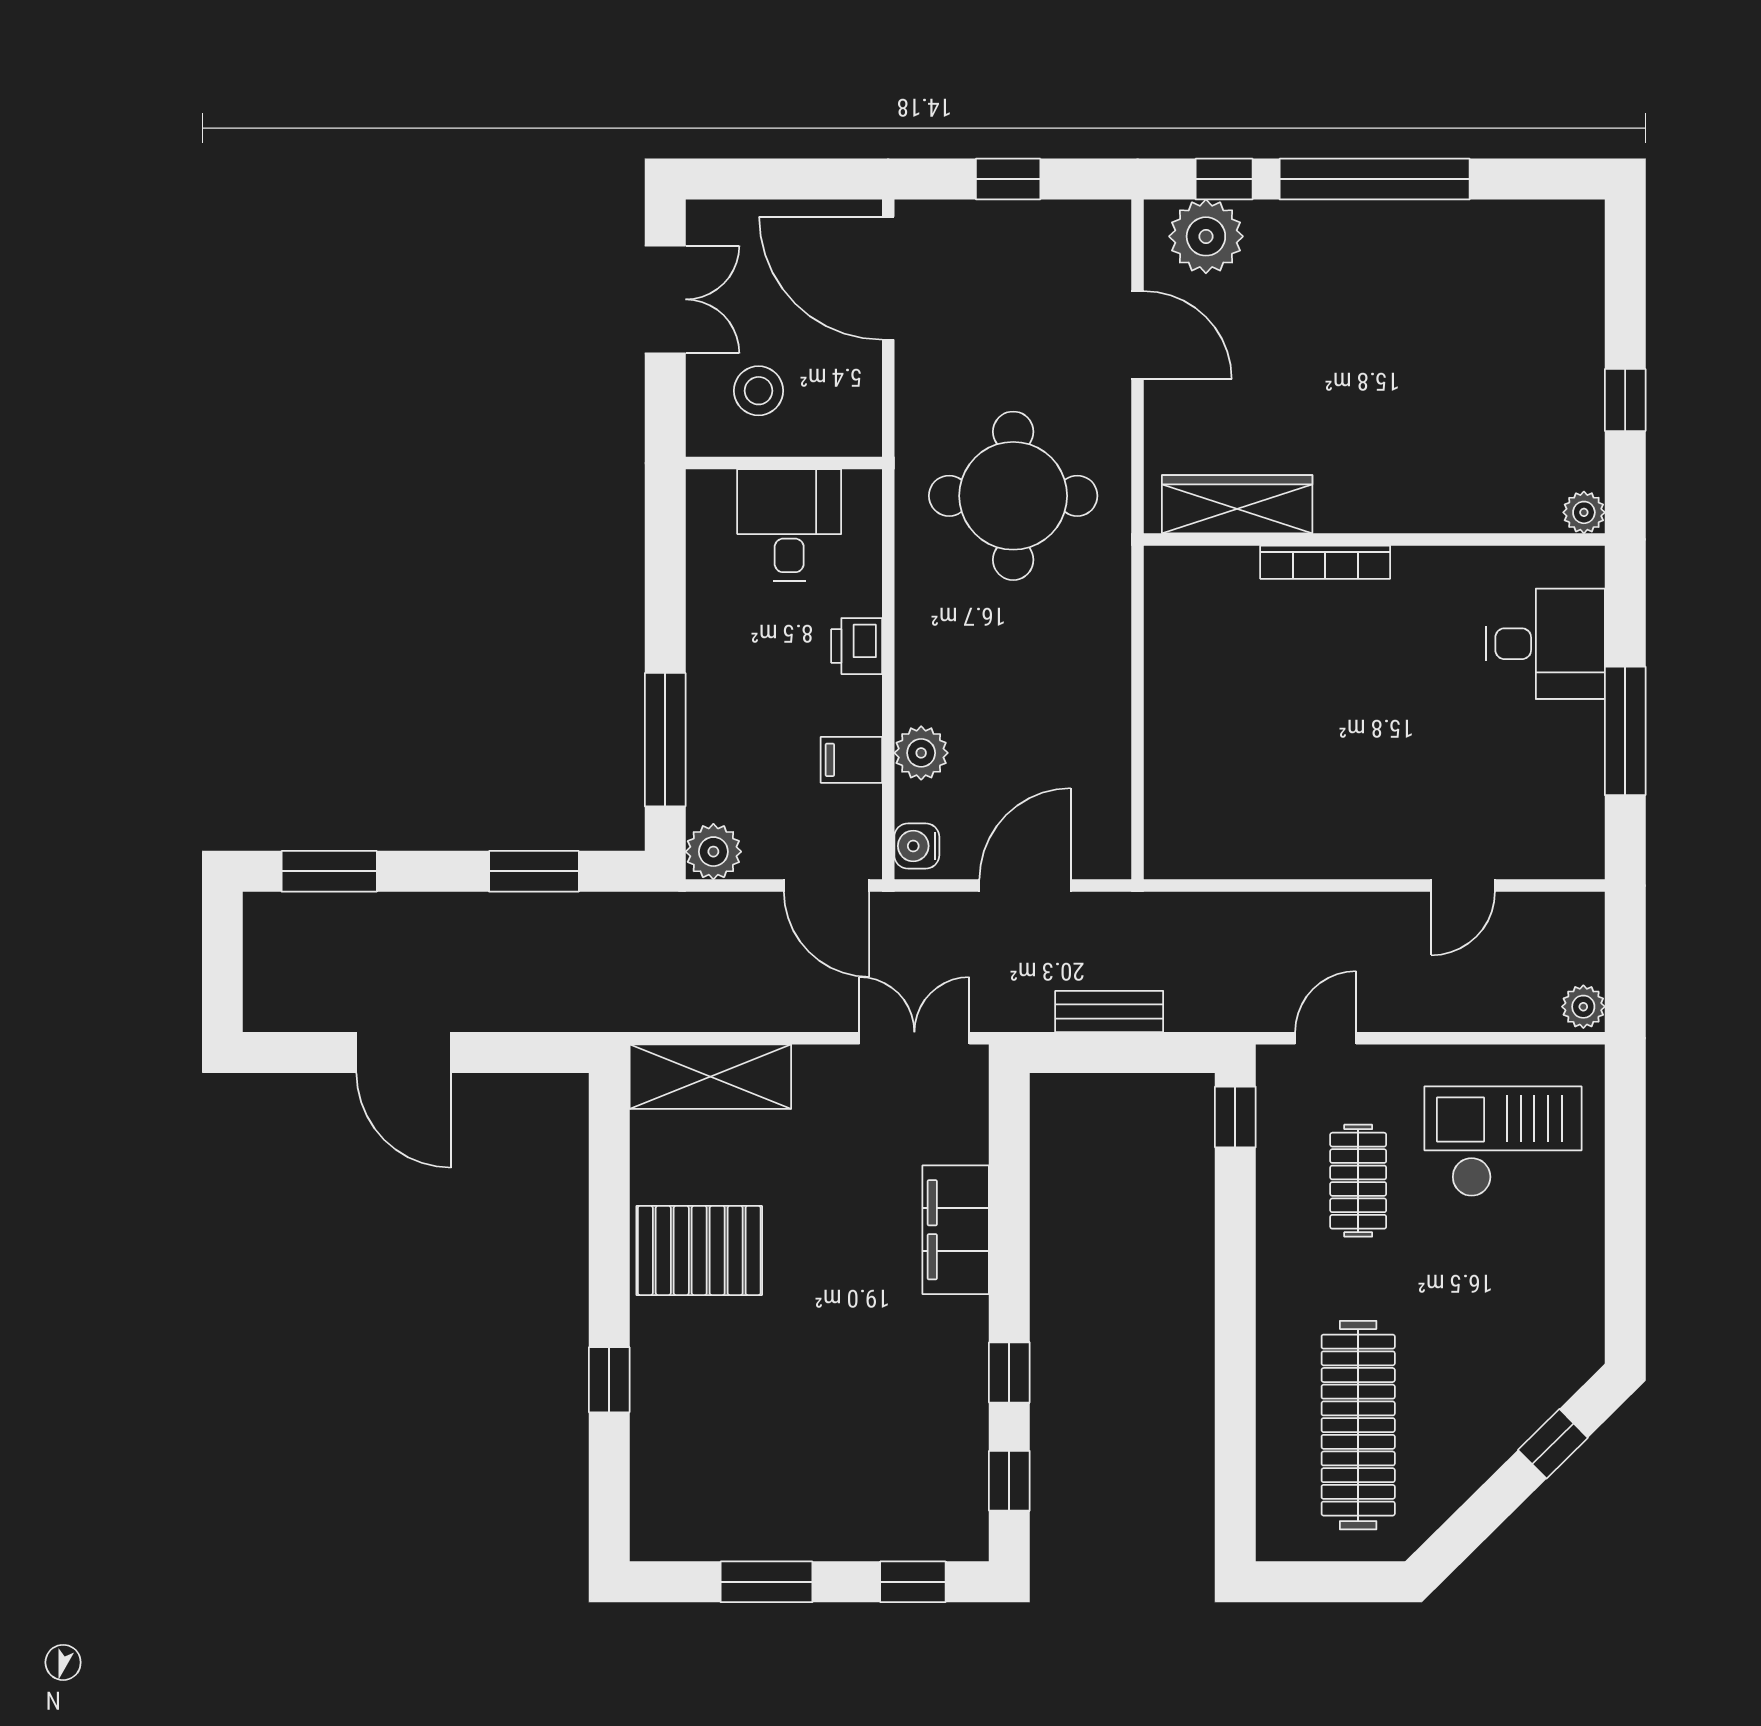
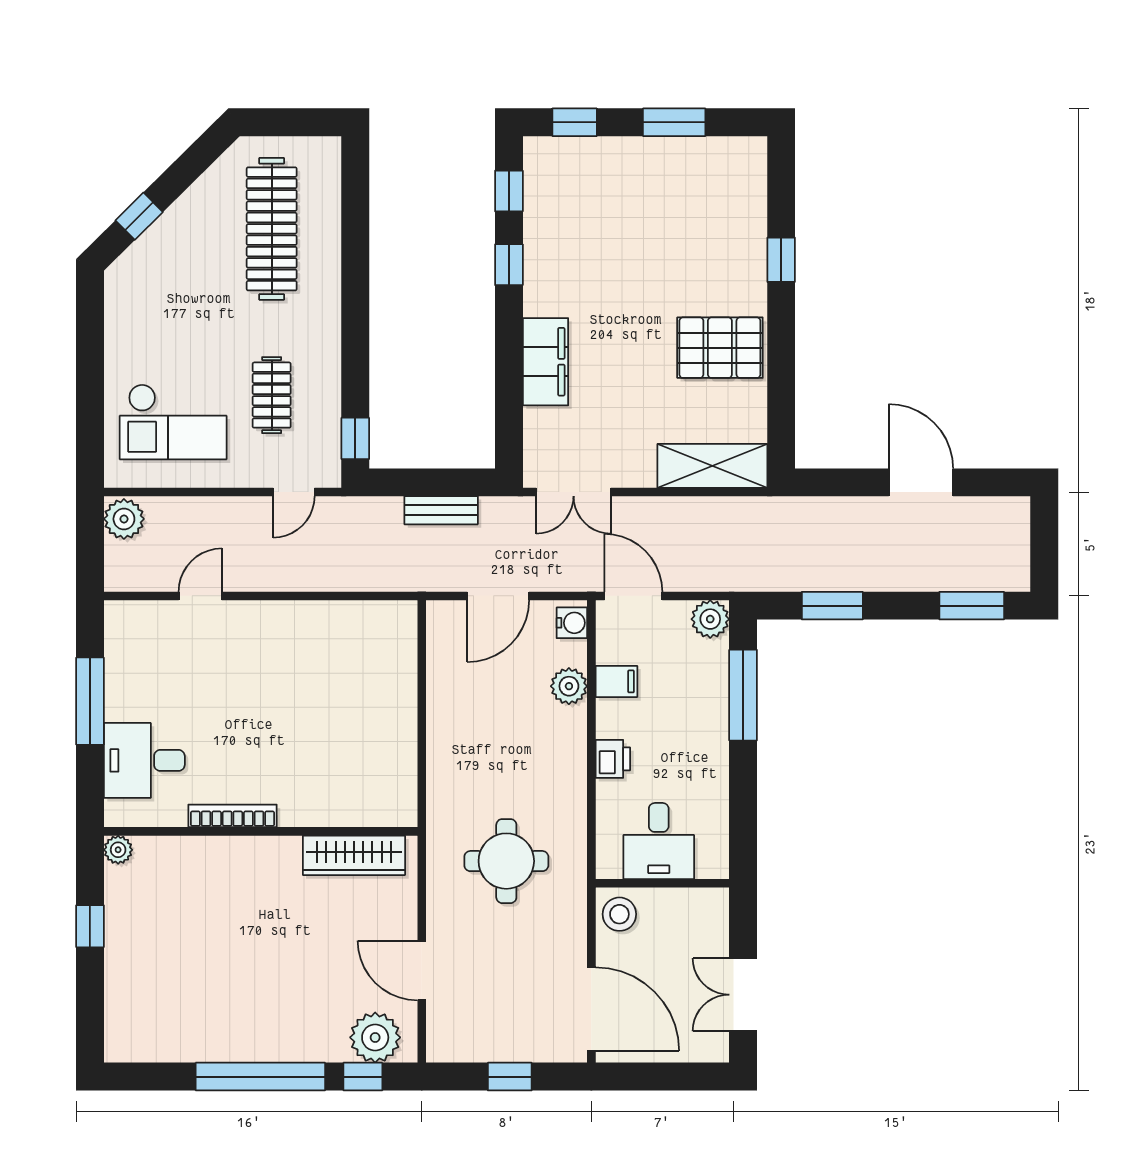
stool: (759, 391) -> (619, 914), moved
round table: (1013, 496) -> (506, 861), width x0.73, depth x0.73
bookcase: (1325, 562) -> (233, 816), moved
plant: (1583, 1007) -> (124, 519), width x1.38, depth x1.38

